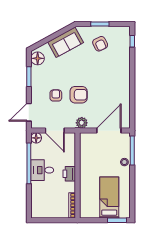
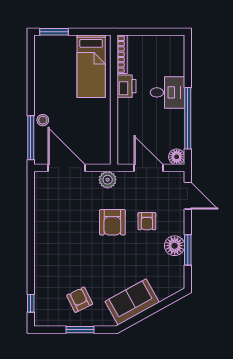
floor lamp: (38, 58) -> (175, 246), moved
armchair: (79, 95) -> (112, 222), turned -90
door: (29, 112) -> (188, 196), hinge flipped
door: (109, 131) -> (66, 168), swing flipped
desk: (42, 170) -> (167, 92), moved
printer: (69, 174) -> (127, 86), moved
bed: (109, 198) -> (91, 66), moved

